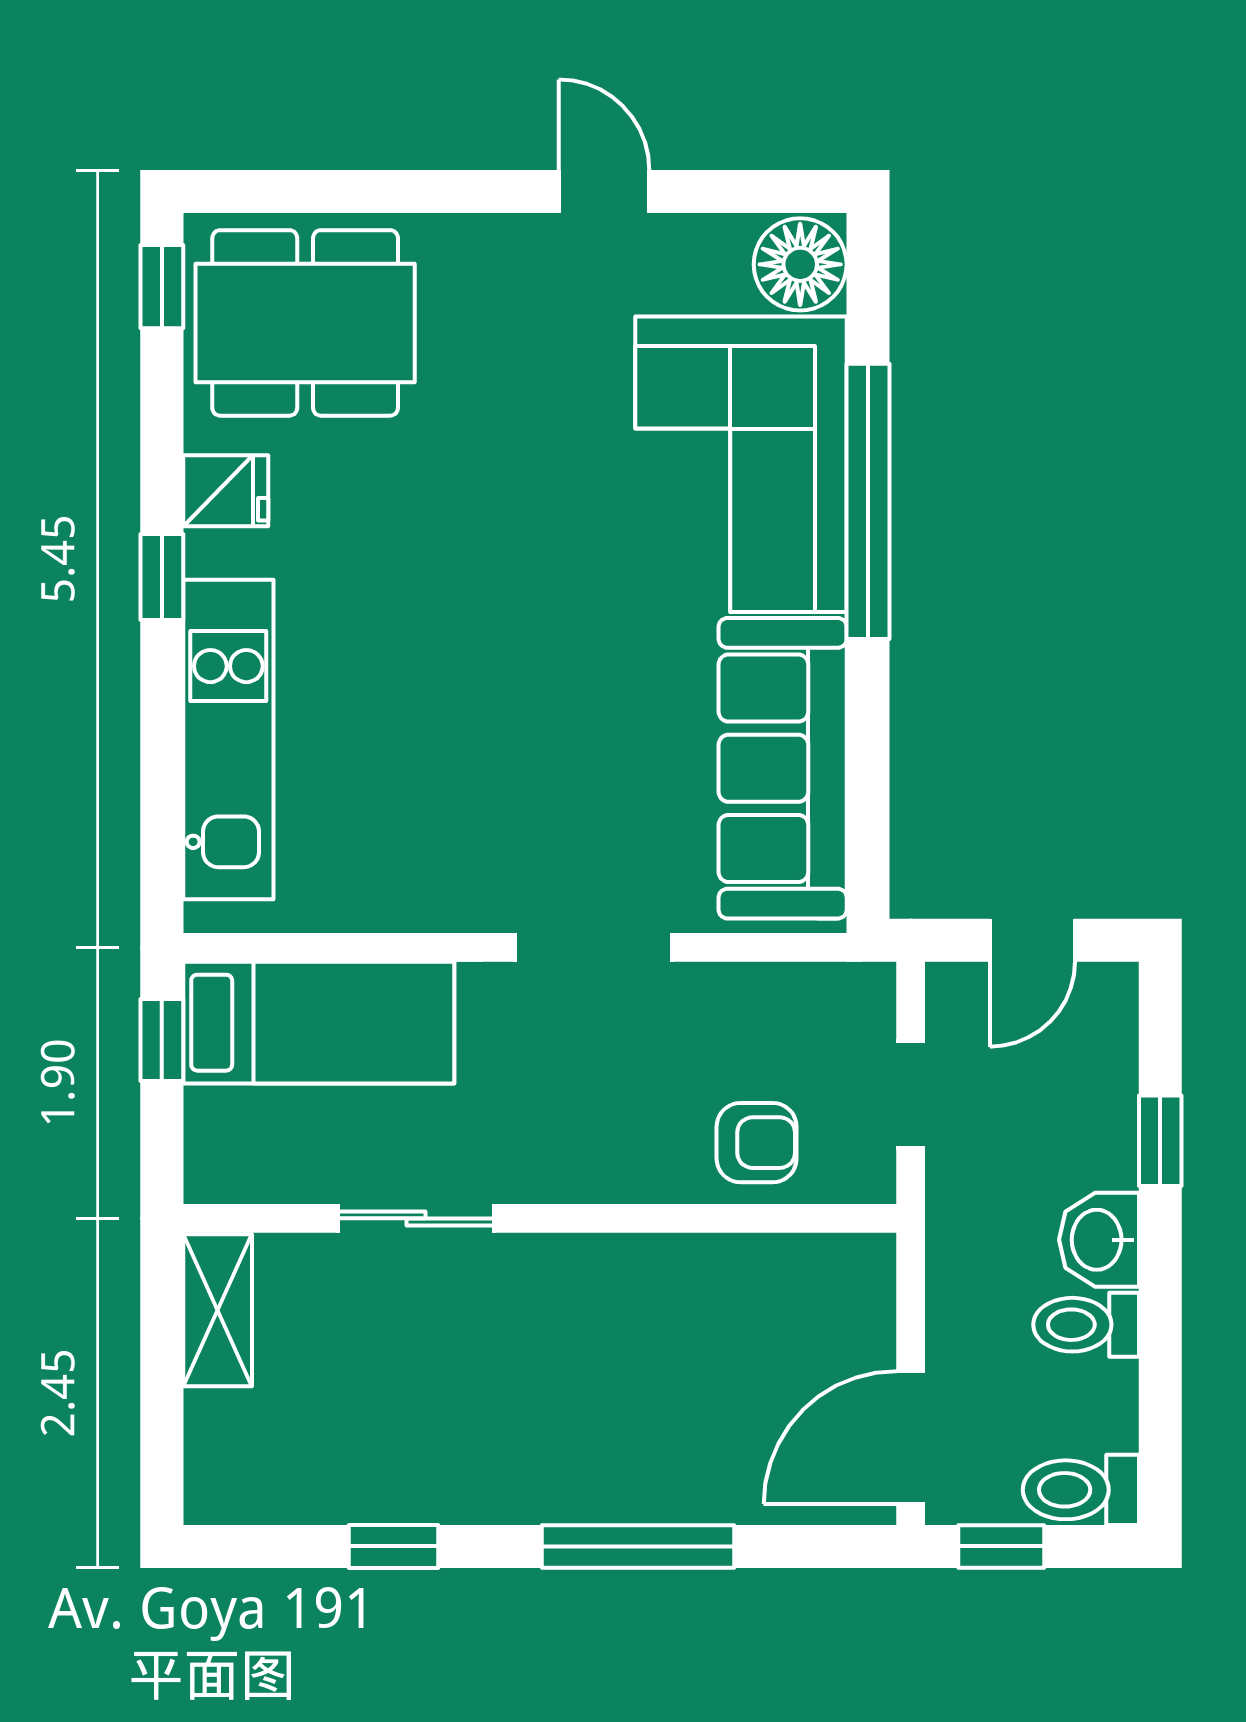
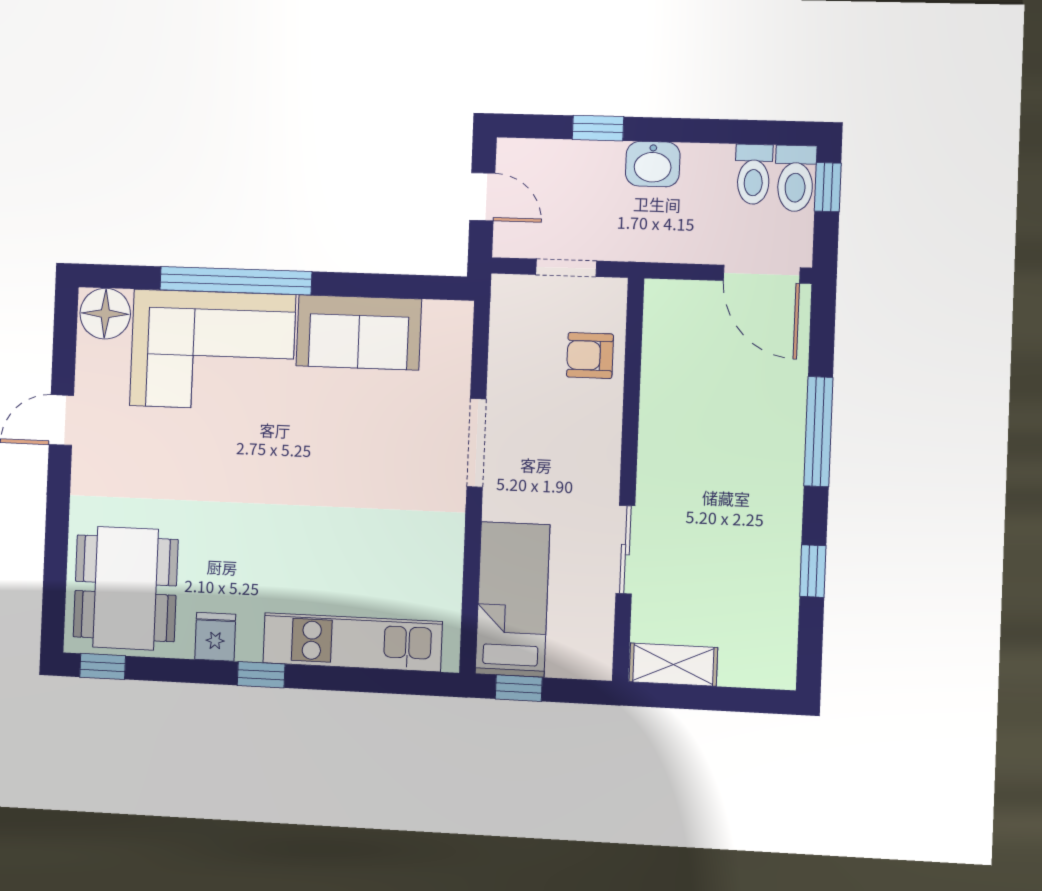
sofa: (783, 768) -> (359, 332), width x0.73
armchair: (757, 1143) -> (590, 356), turned -90
toilet: (1086, 1325) -> (753, 174), moved
window: (1001, 1546) -> (828, 187), moved

